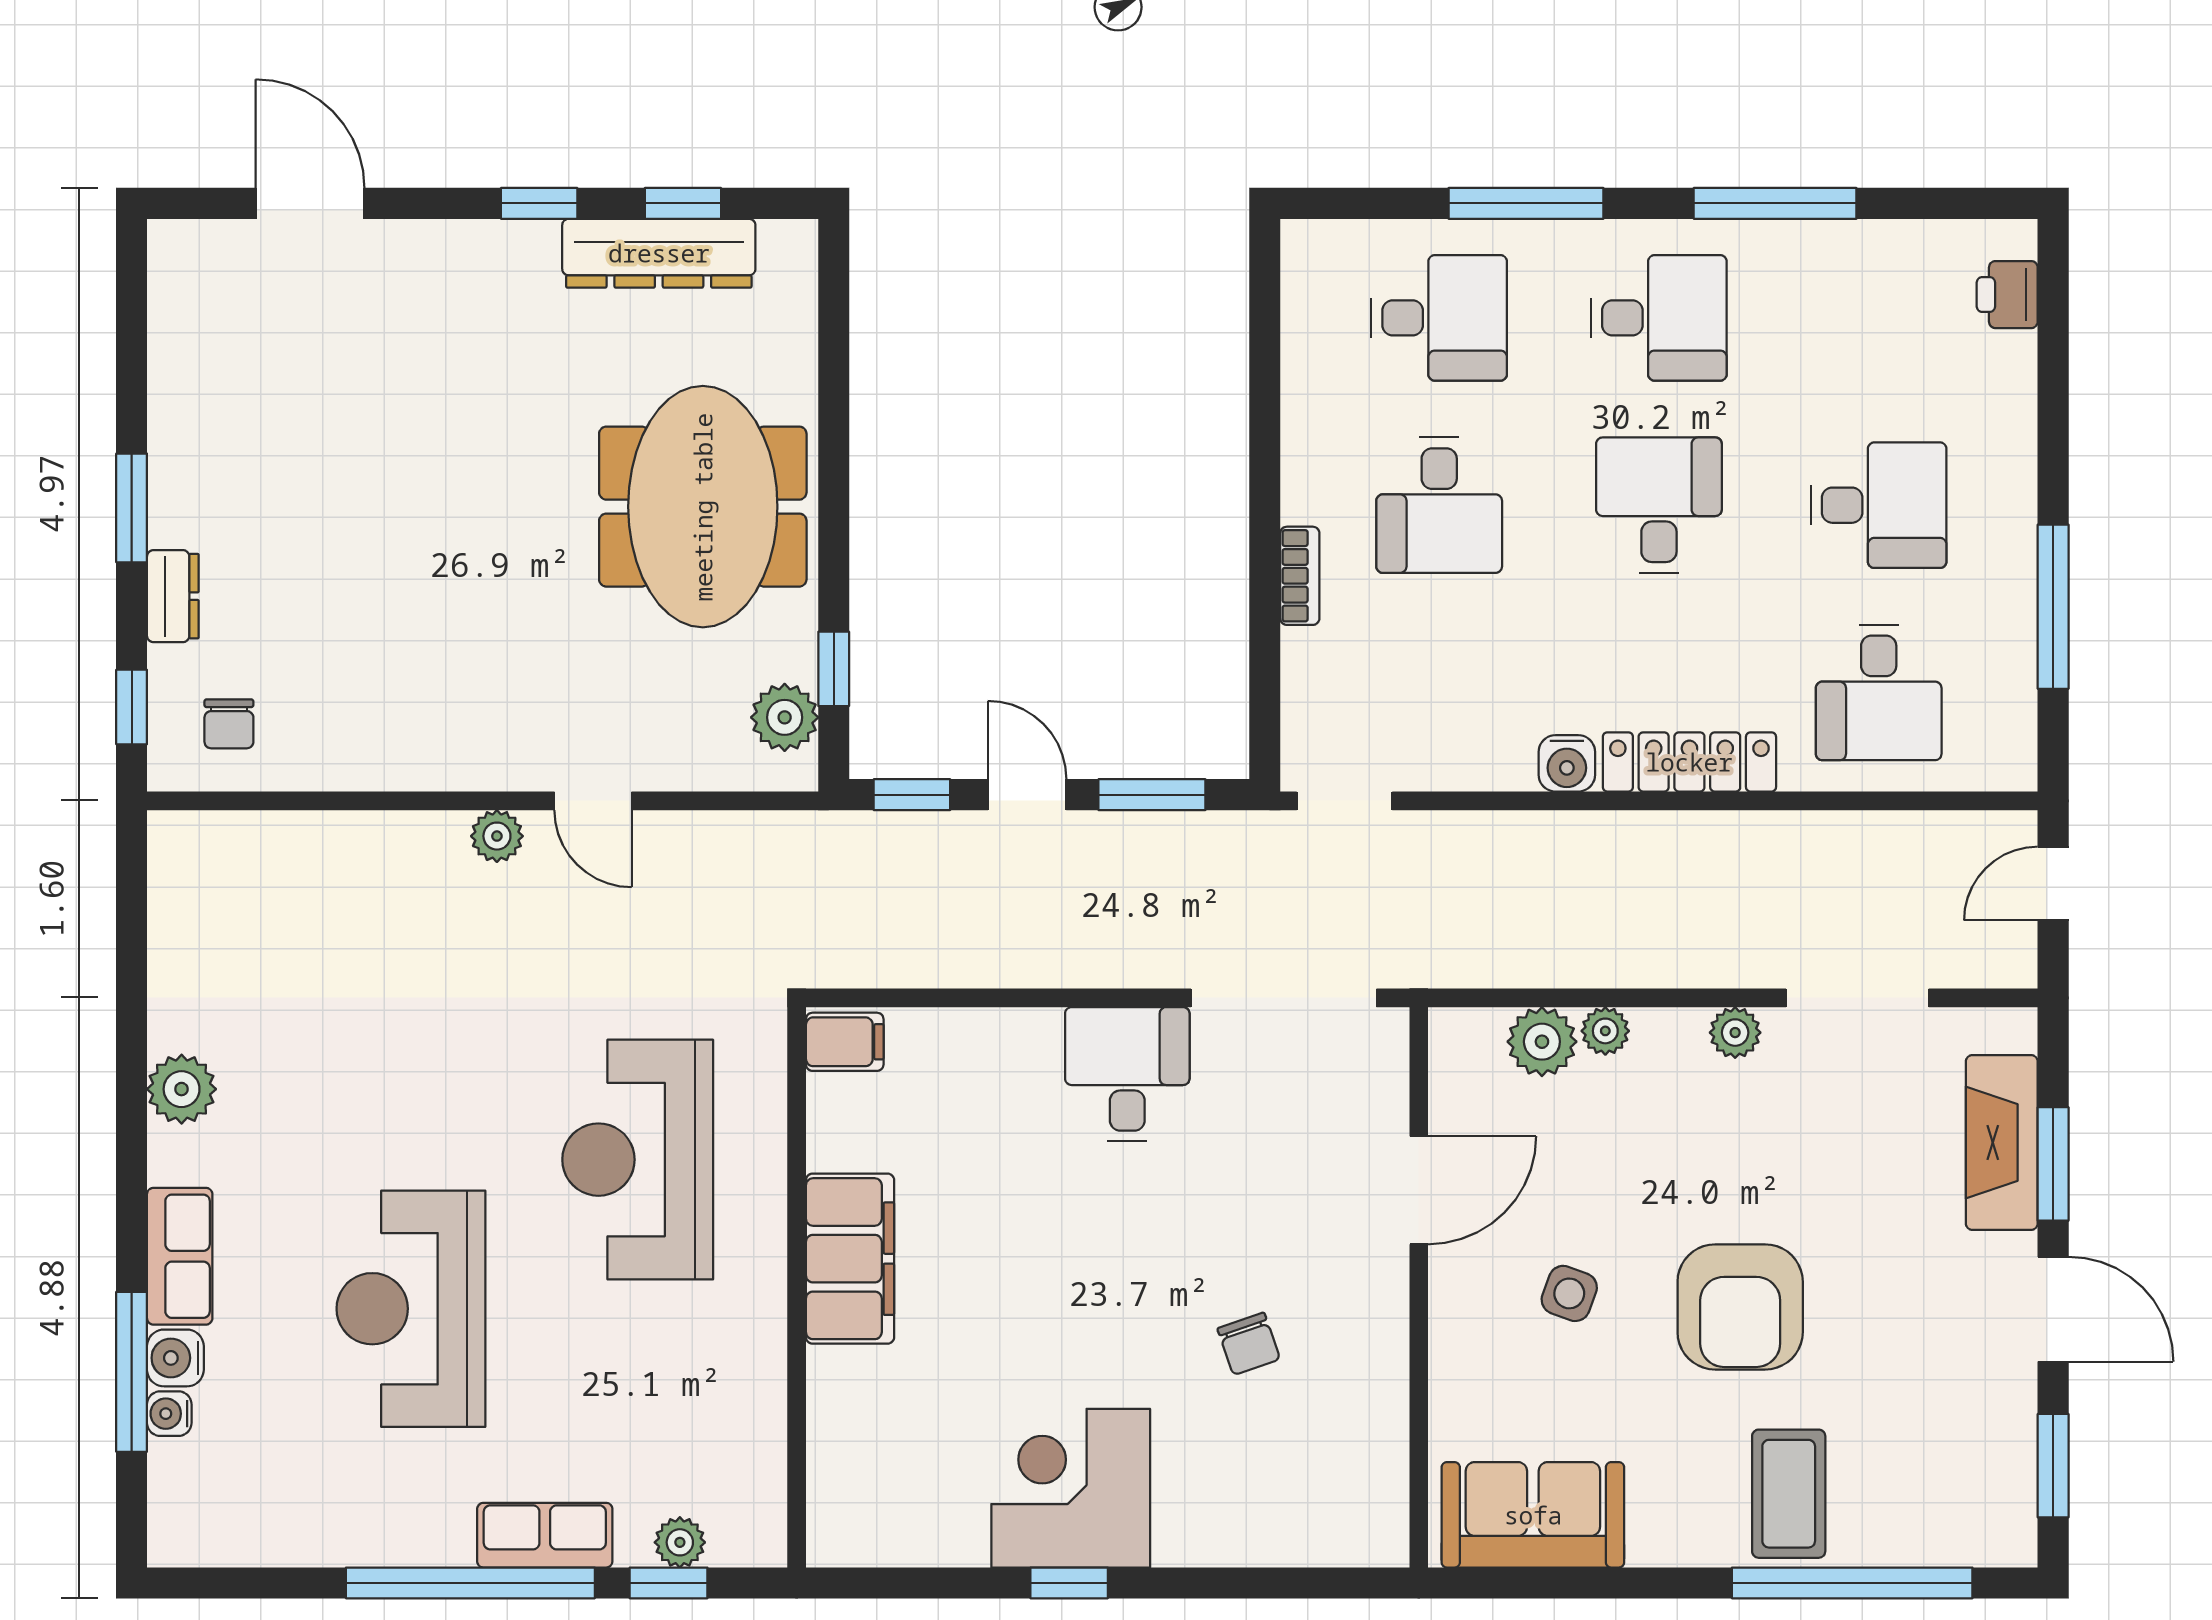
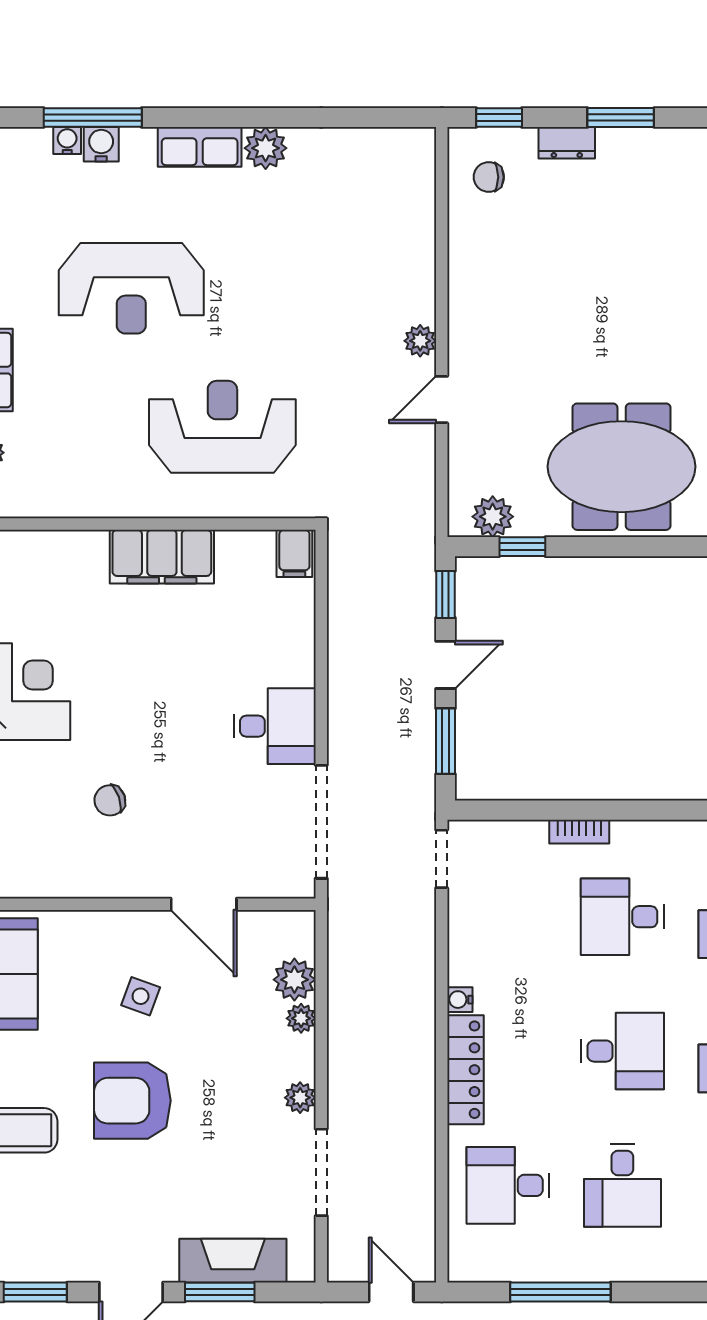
water cooler: (1567, 763) -> (460, 1000), width x0.72, depth x0.72
row of seats: (180, 1256) -> (200, 147), moved
reception desk: (411, 1309) -> (131, 288), turned 180

